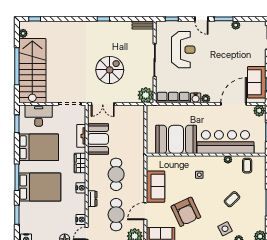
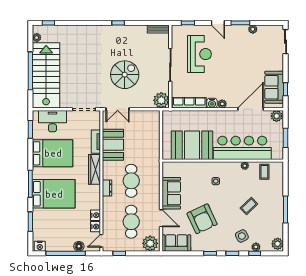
wardrobe: (80, 163) -> (95, 169), width x1.50
nightstand: (81, 188) -> (95, 215), moved
dresser: (92, 199) -> (107, 188), moved
door: (145, 211) -> (161, 218), swing flipped

